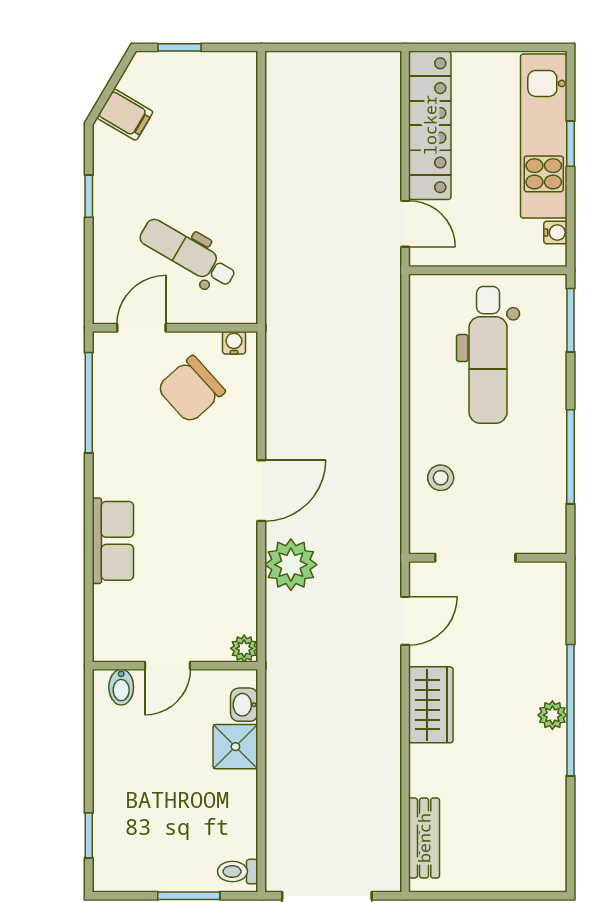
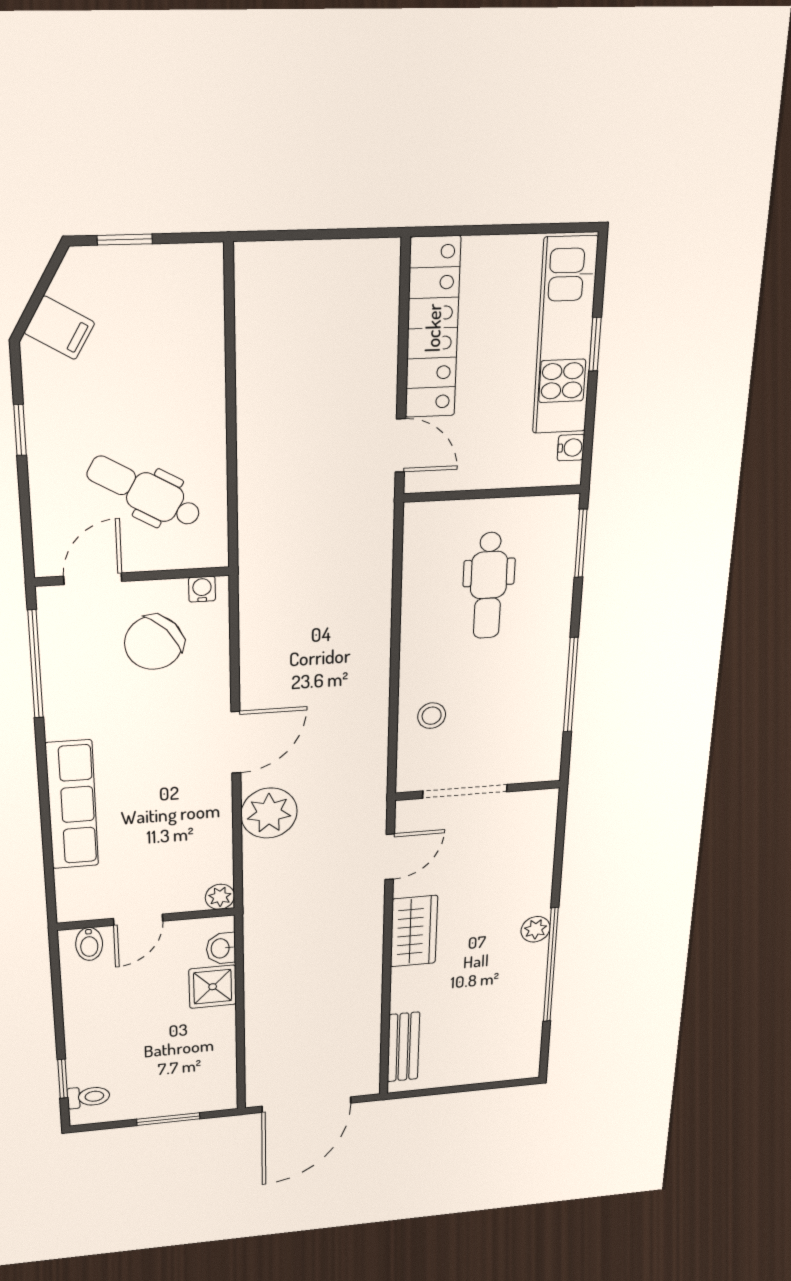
dental chair: (488, 355) -> (488, 586), width x0.73, depth x0.72
row of seats: (113, 541) -> (72, 805), width x1.48
window: (570, 710) -> (551, 965), moved
toilet: (238, 872) -> (89, 1097), moved, turned 180

